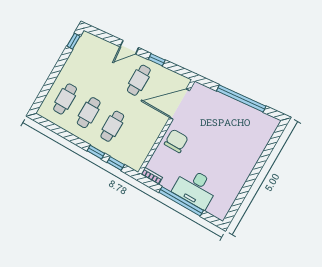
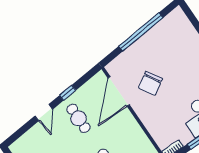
chair: (176, 141) -> (150, 83), moved, turned -121

